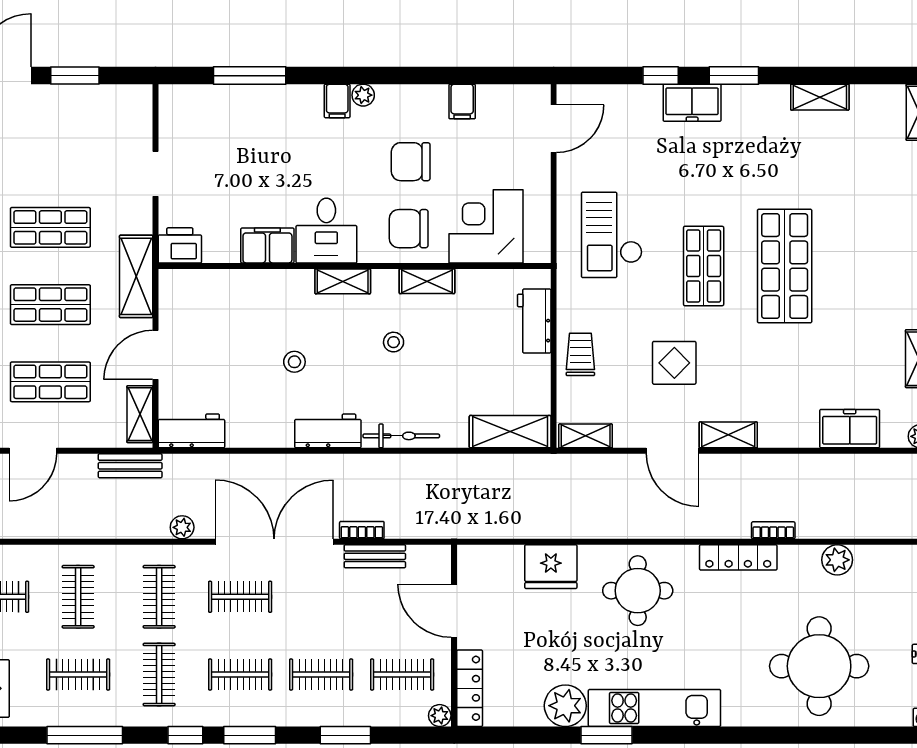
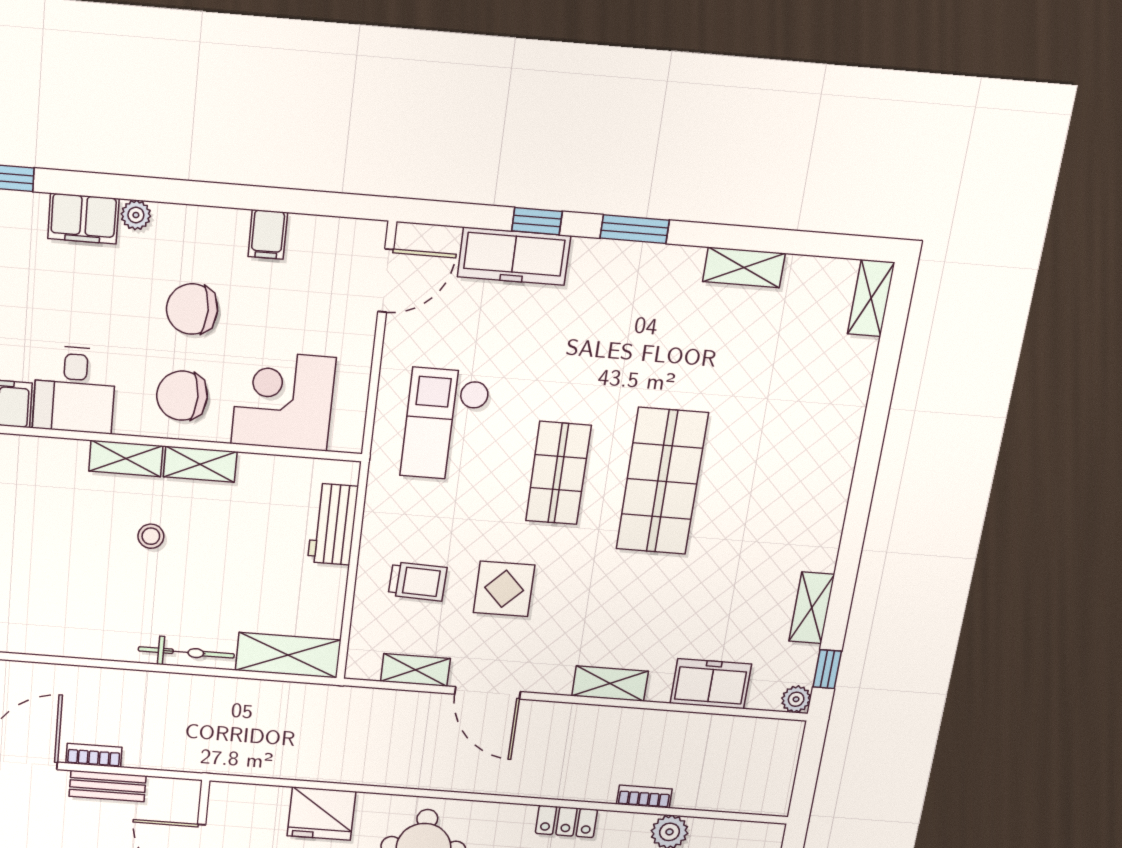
filing cabinet: (337, 101) -> (83, 219), width x2.00
freezer: (692, 103) -> (514, 256), moved, width x1.40
shelving: (343, 281) -> (126, 458), moved
trolley: (580, 354) -> (418, 581), moved, turned 92
stool: (294, 362) -> (23, 550), removed
workbench: (328, 431) -> (60, 637), removed
shelving: (728, 435) -> (610, 684), moved
bicycle: (401, 436) -> (186, 652), moved
shelving: (586, 436) -> (415, 670), moved
bookcase: (773, 530) -> (644, 797), moved
locker: (738, 557) -> (566, 821), width x0.66

